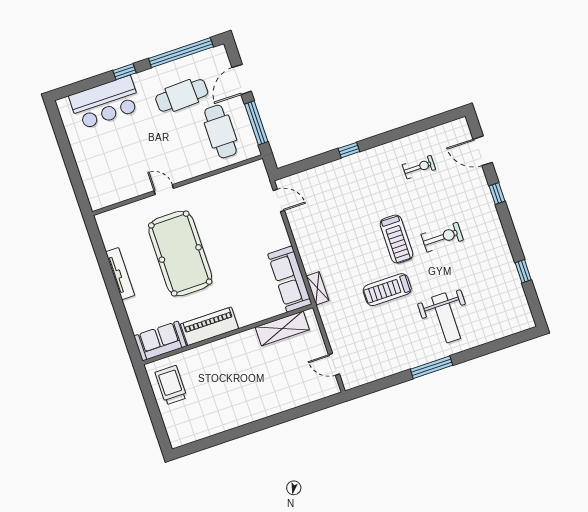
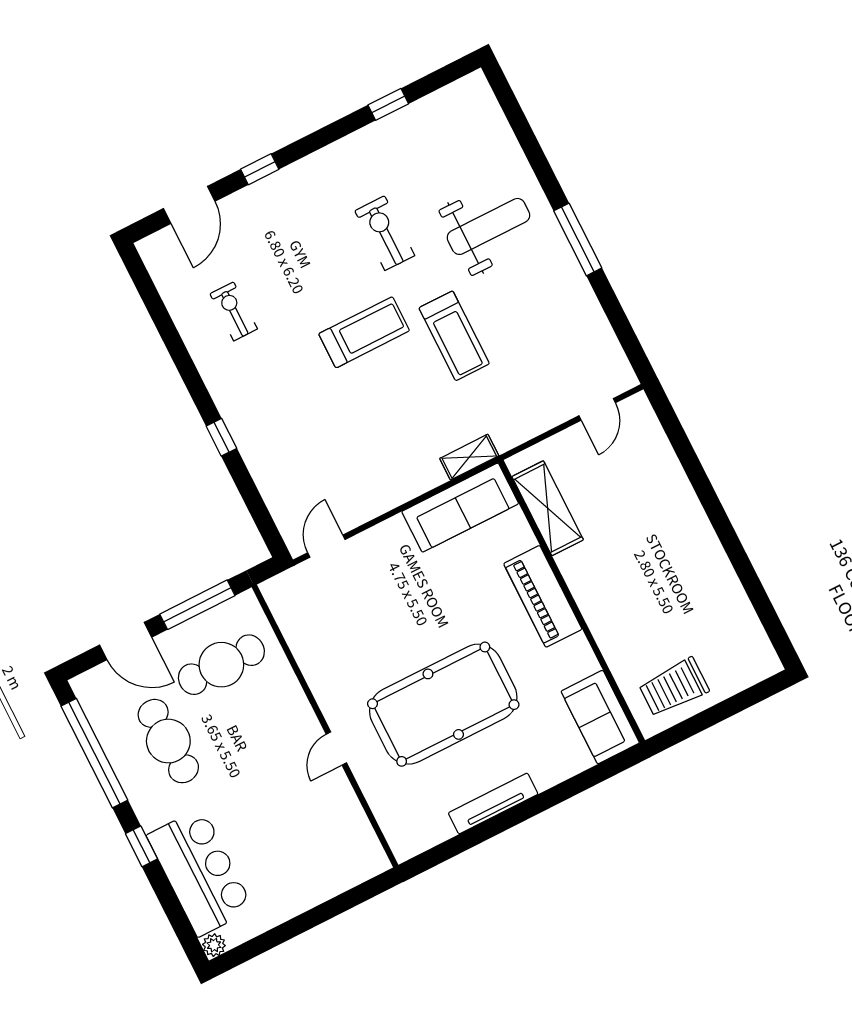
plant: (63, 105) -> (214, 945), added
exercise bike: (442, 237) -> (385, 233), moved
piano: (210, 326) -> (543, 596), moved

